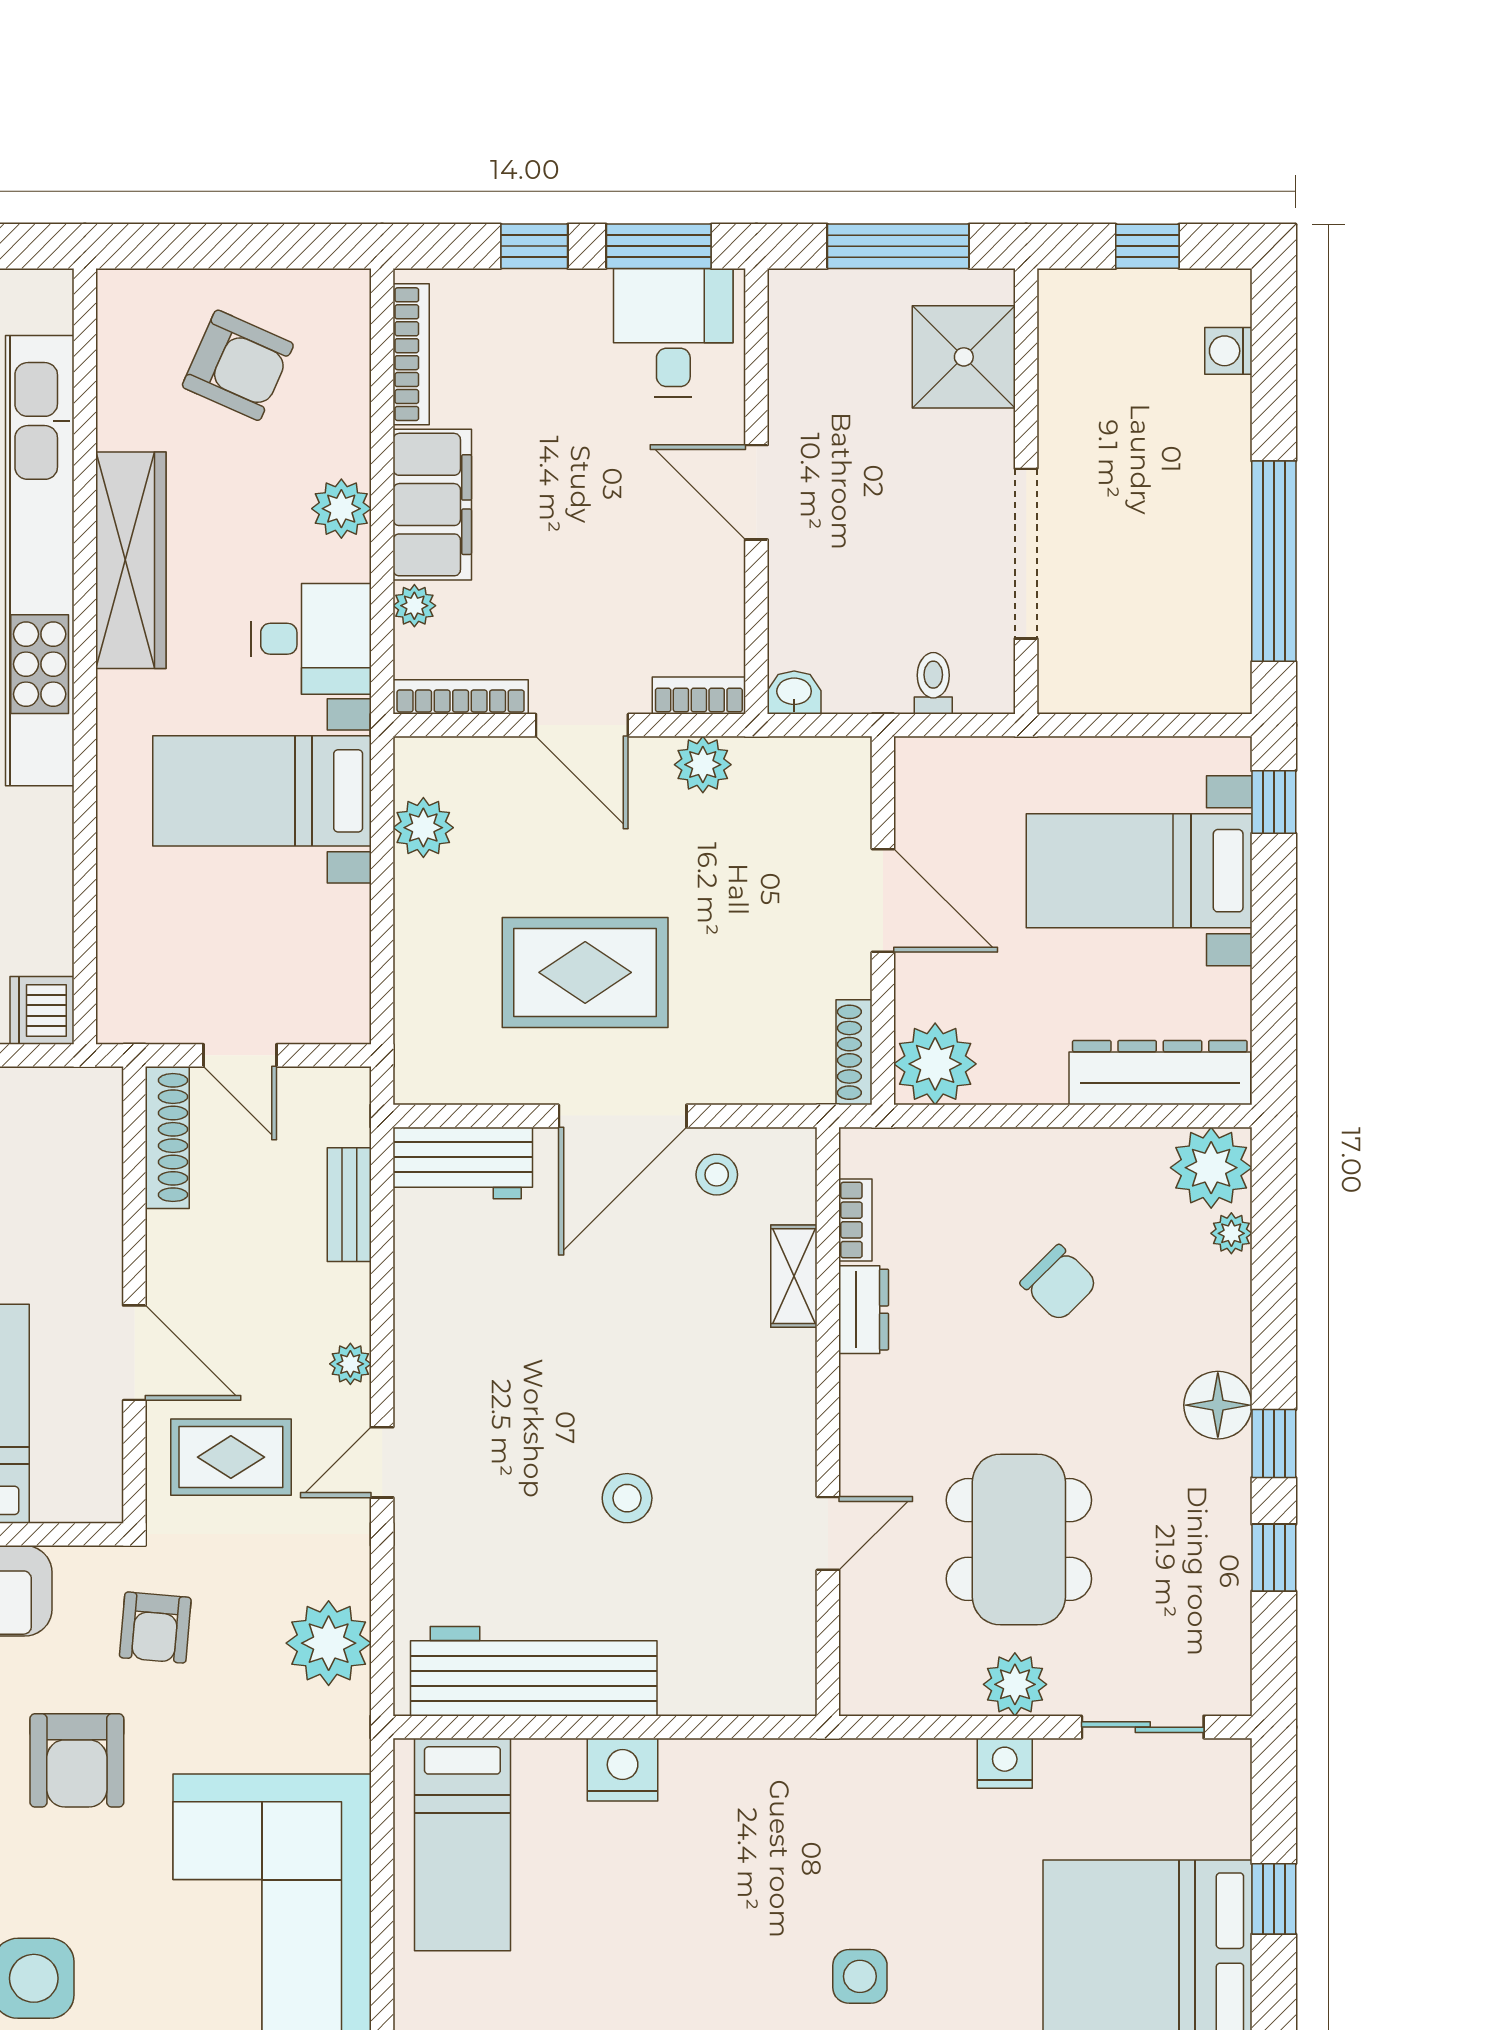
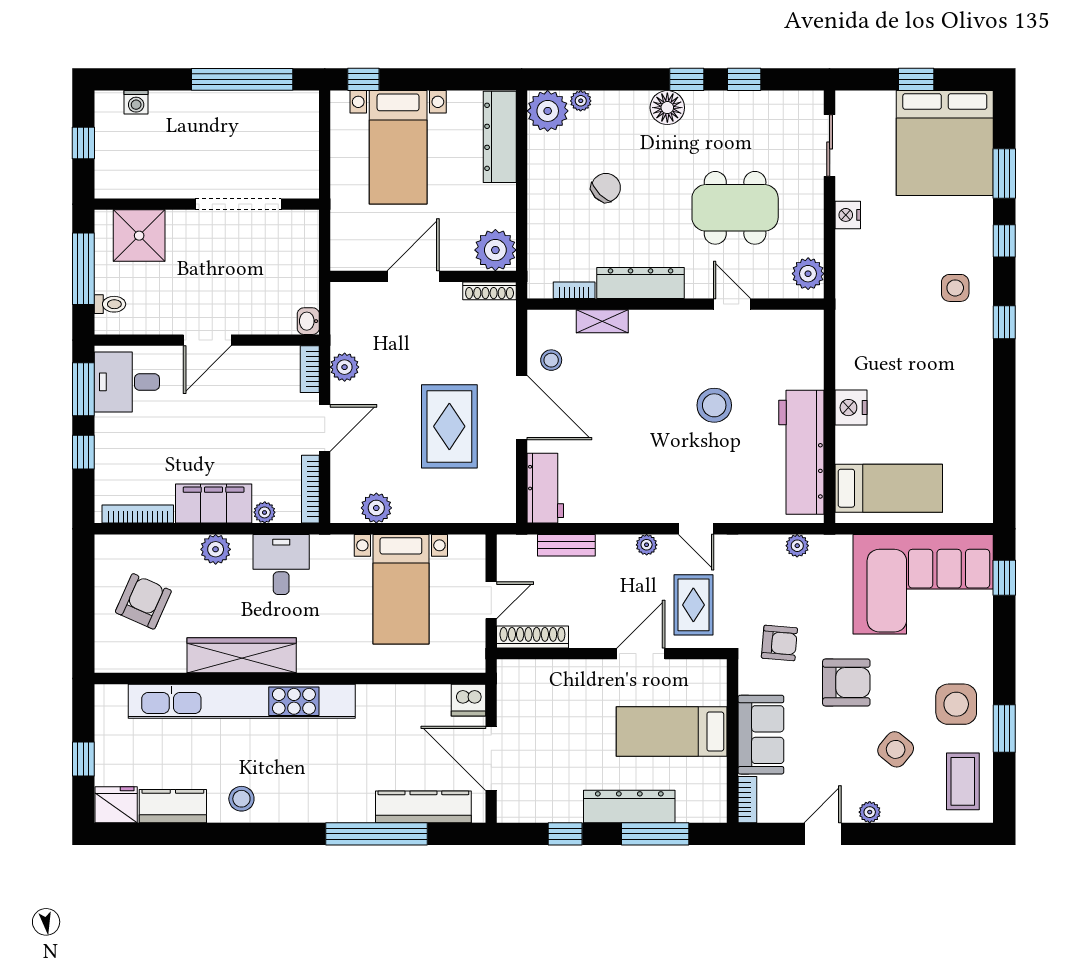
toilet: (933, 683) -> (110, 304), moved, turned 180
bed with nightstands: (262, 791) -> (401, 589), moved
dresser: (864, 1310) -> (641, 283), width x1.96, depth x1.24
stool: (627, 1498) -> (714, 405), width x1.38, depth x1.38
plant: (329, 1643) -> (797, 546), width x0.53, depth x0.53
plant: (1015, 1684) -> (808, 274), moved

